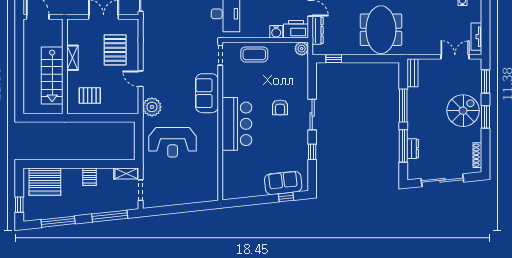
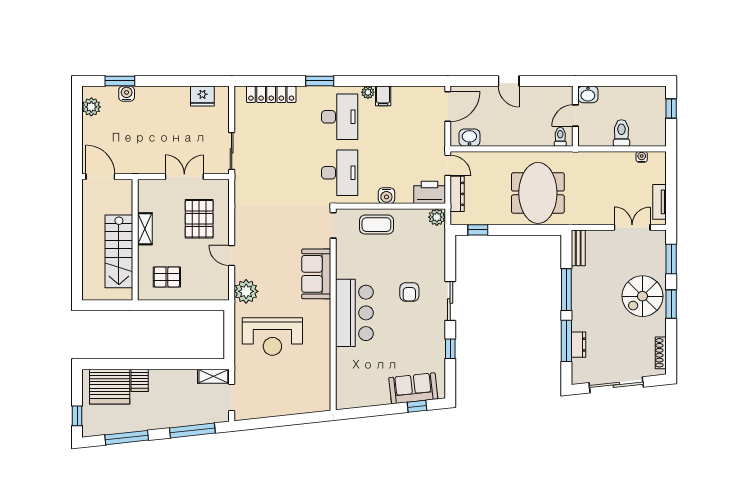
water cooler: (276, 32) -> (386, 196), moved
spiral stairs: (463, 111) -> (642, 296), turned 180
server rack: (89, 177) -> (140, 380), moved

